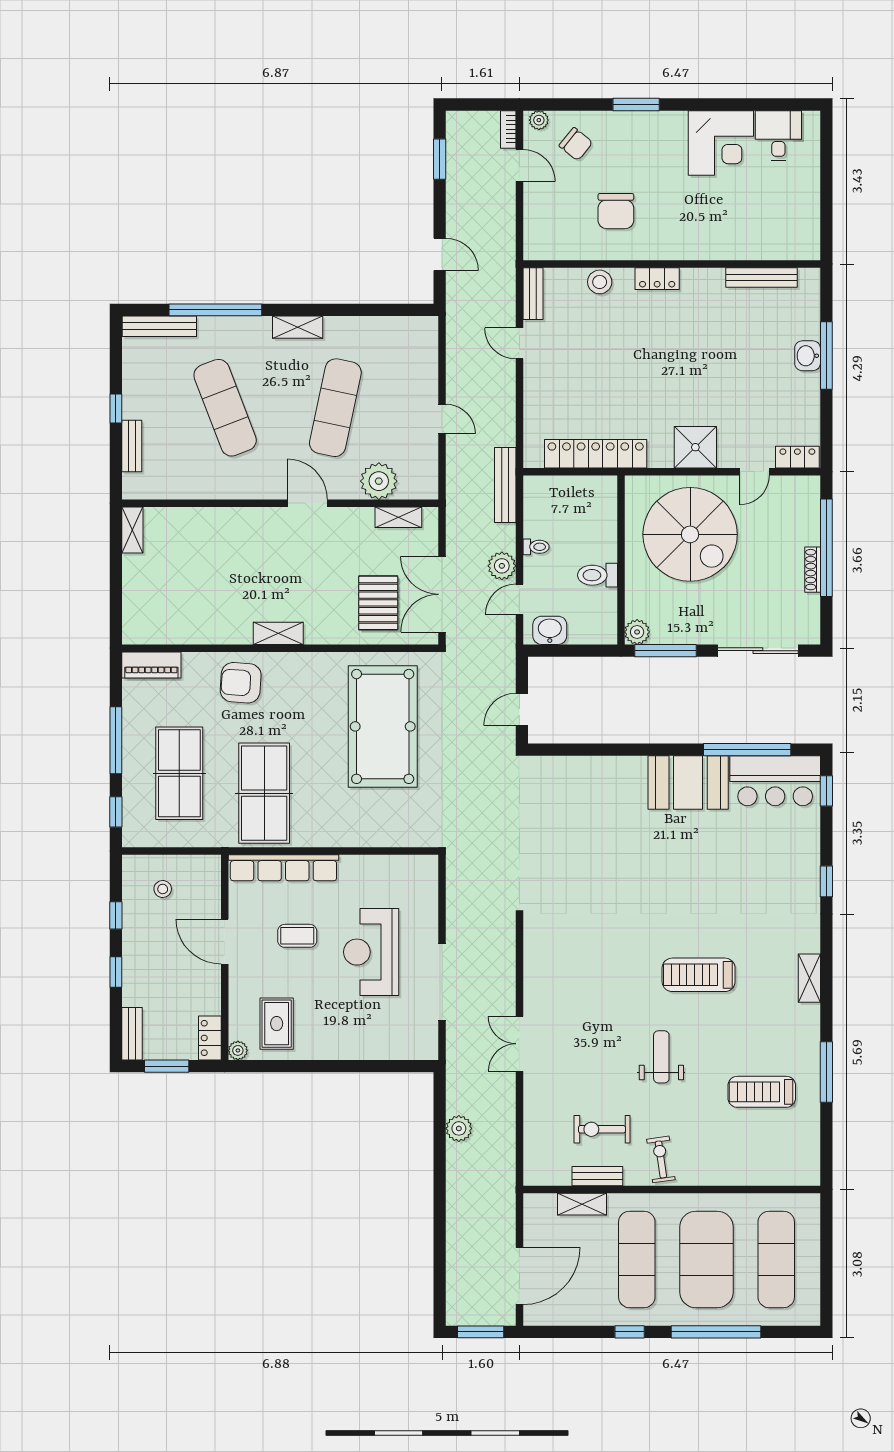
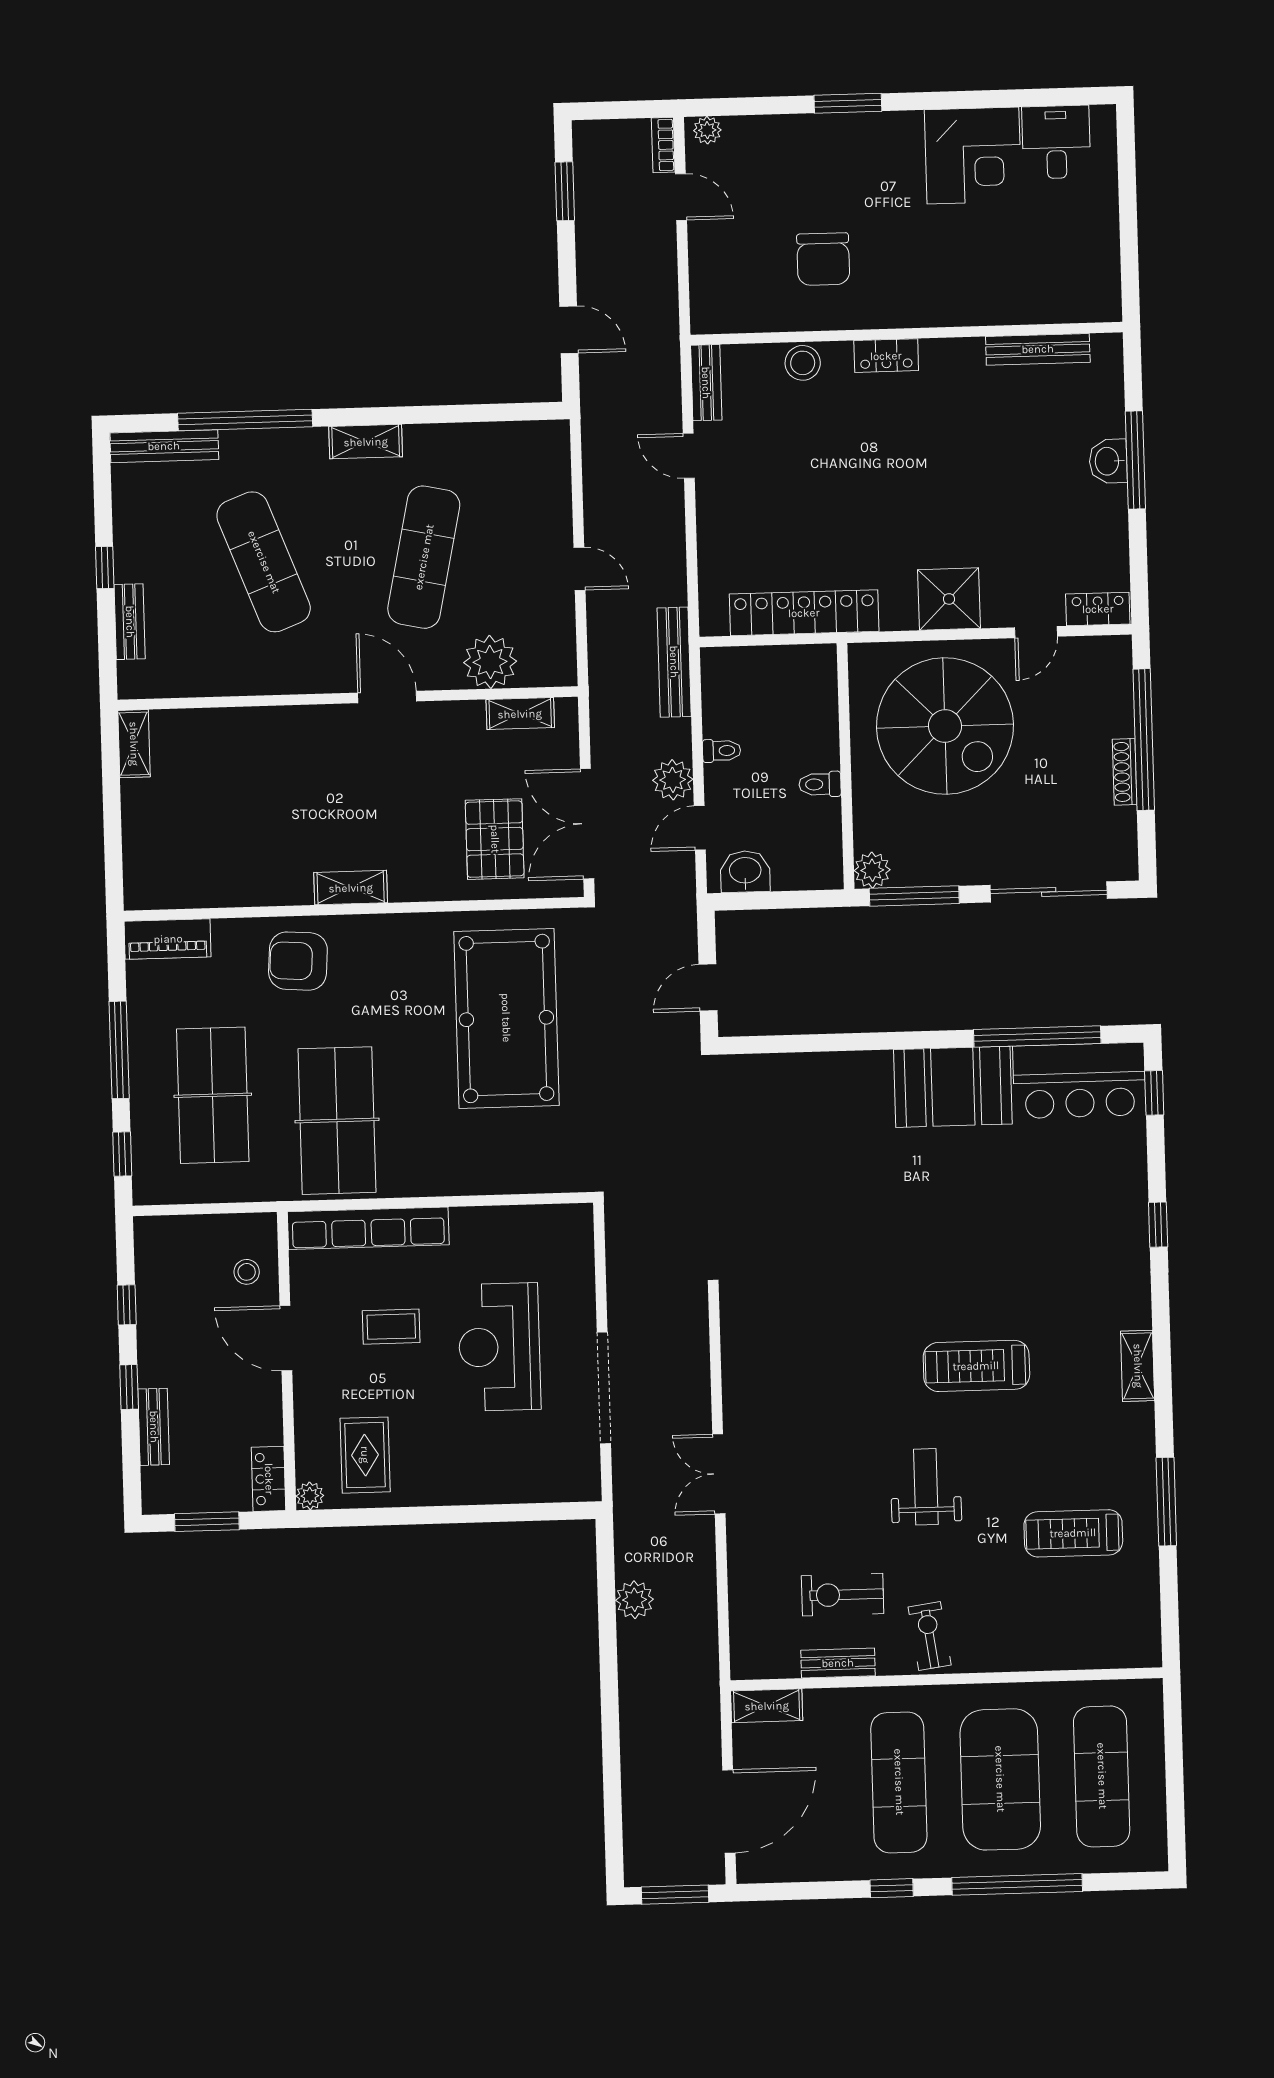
chair: (576, 144) -> (762, 163), removed
toilet: (597, 575) -> (820, 784), width x0.73, depth x0.72
stool: (163, 889) -> (247, 1272), moved
bench: (132, 1034) -> (154, 1427), moved
shelving: (582, 1204) -> (767, 1706), moved

